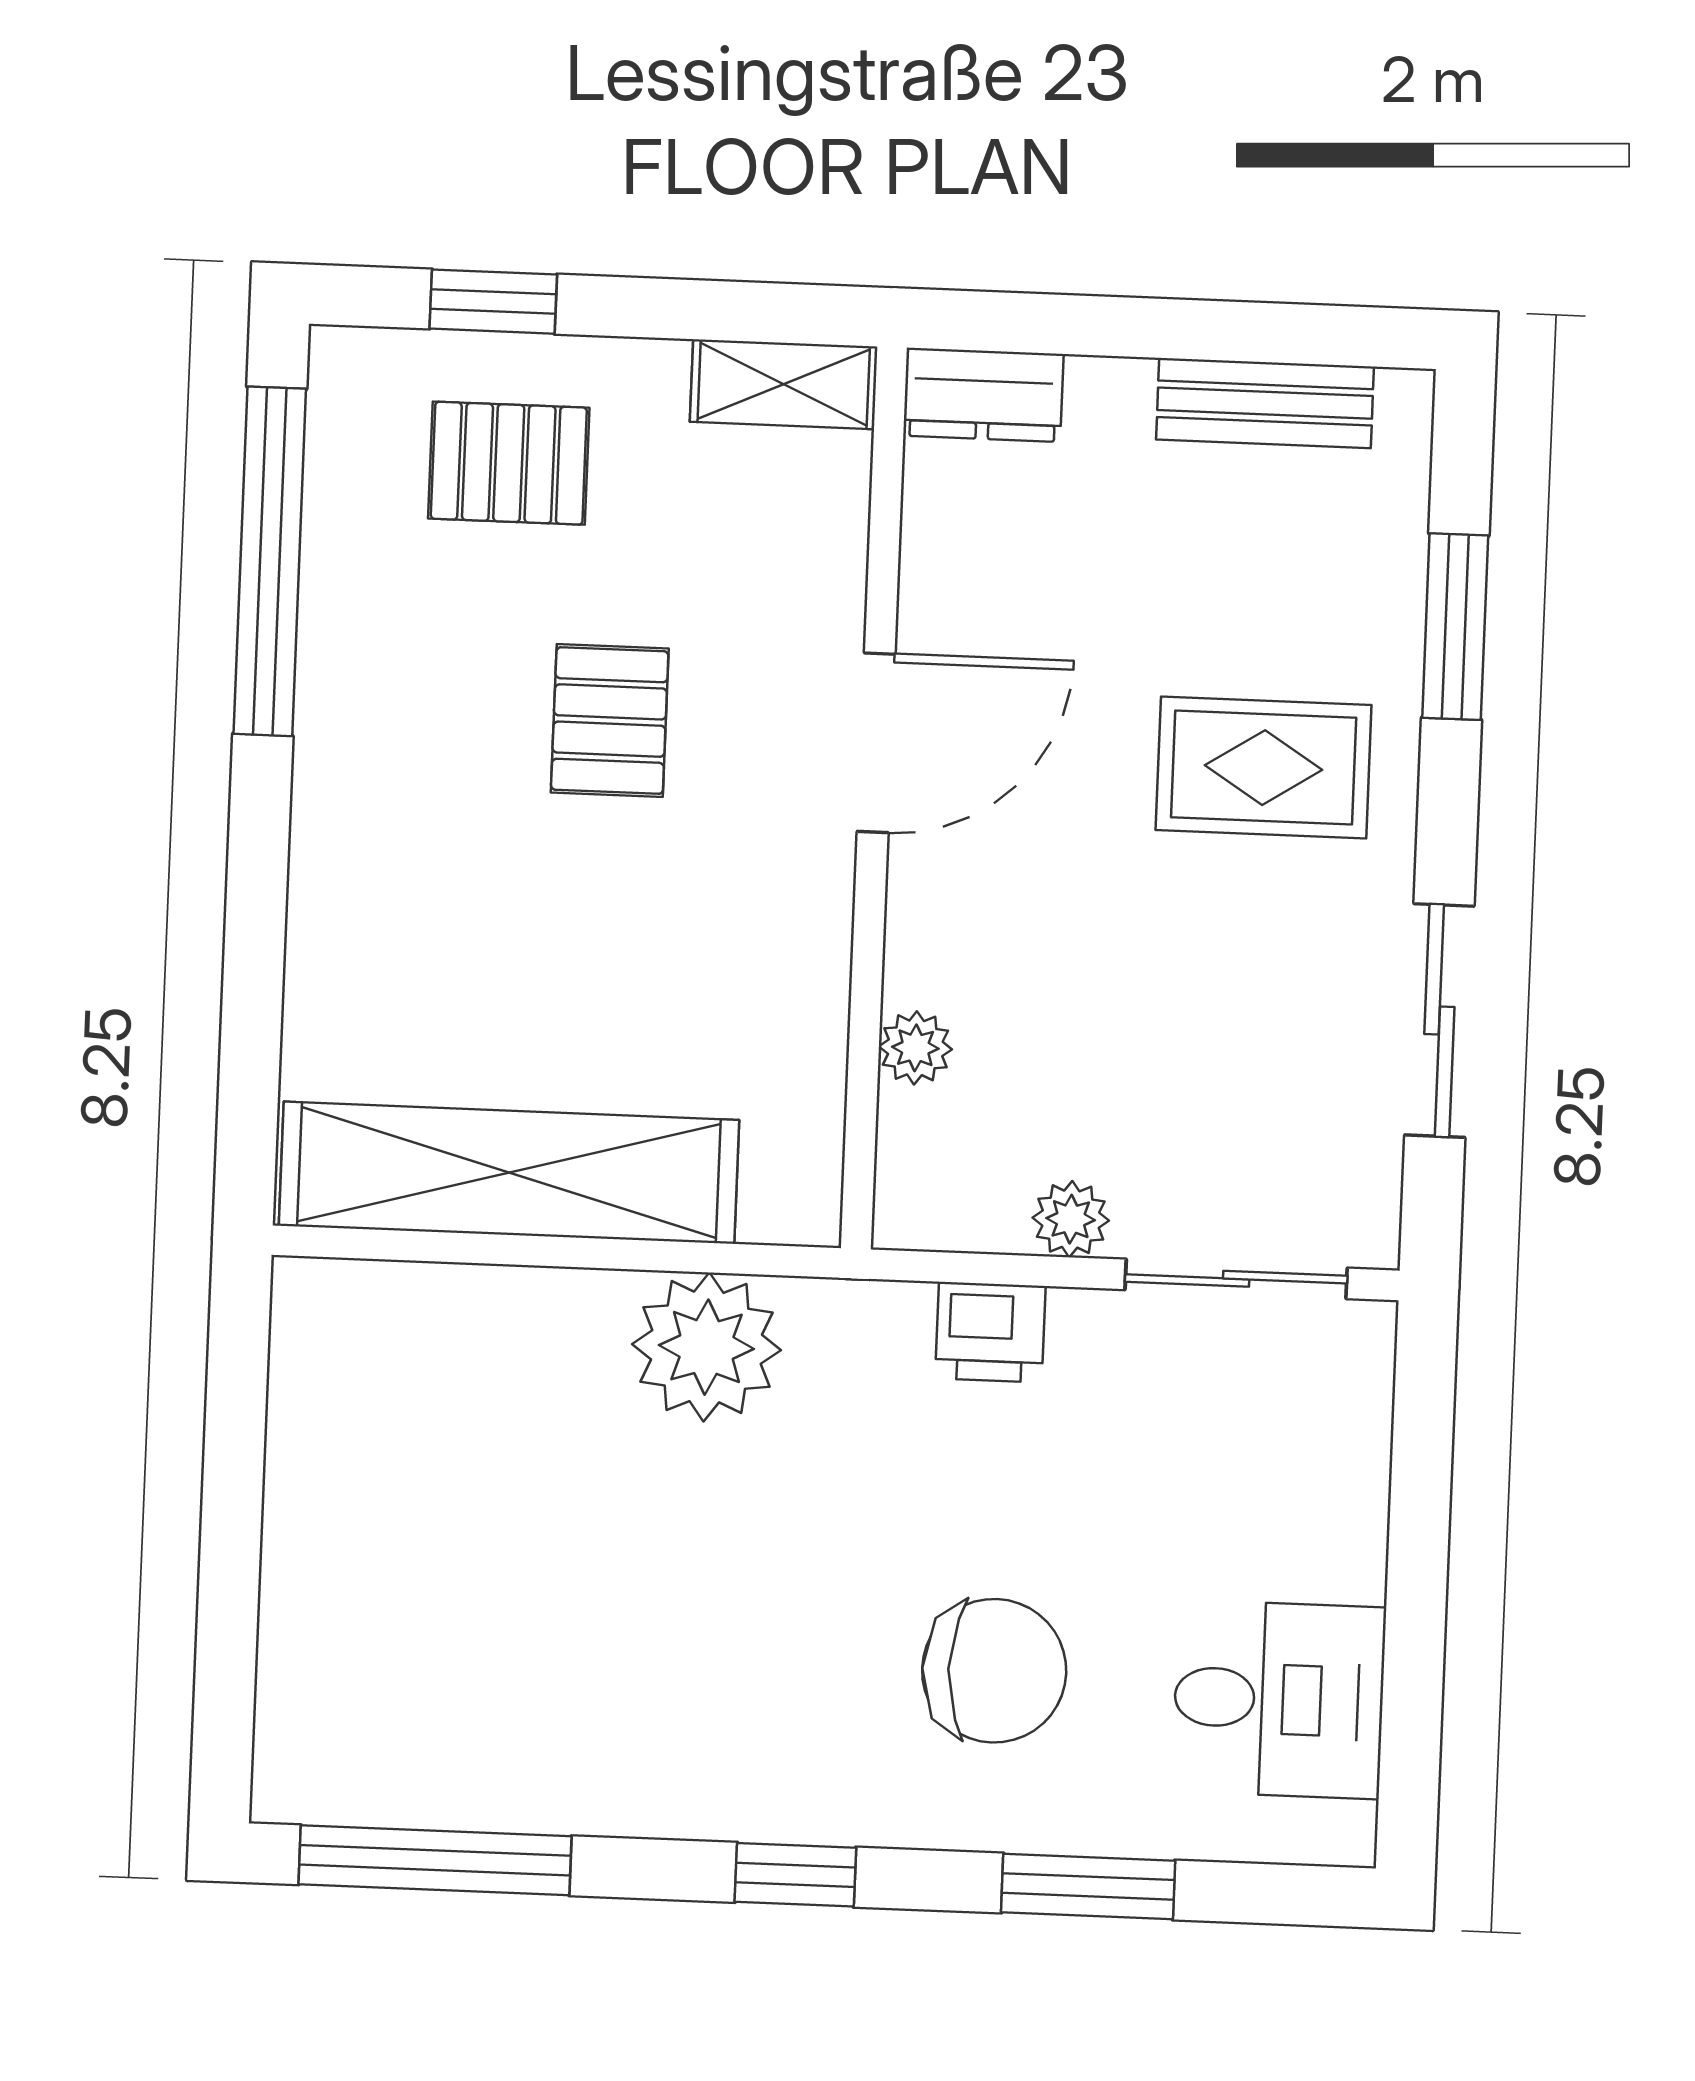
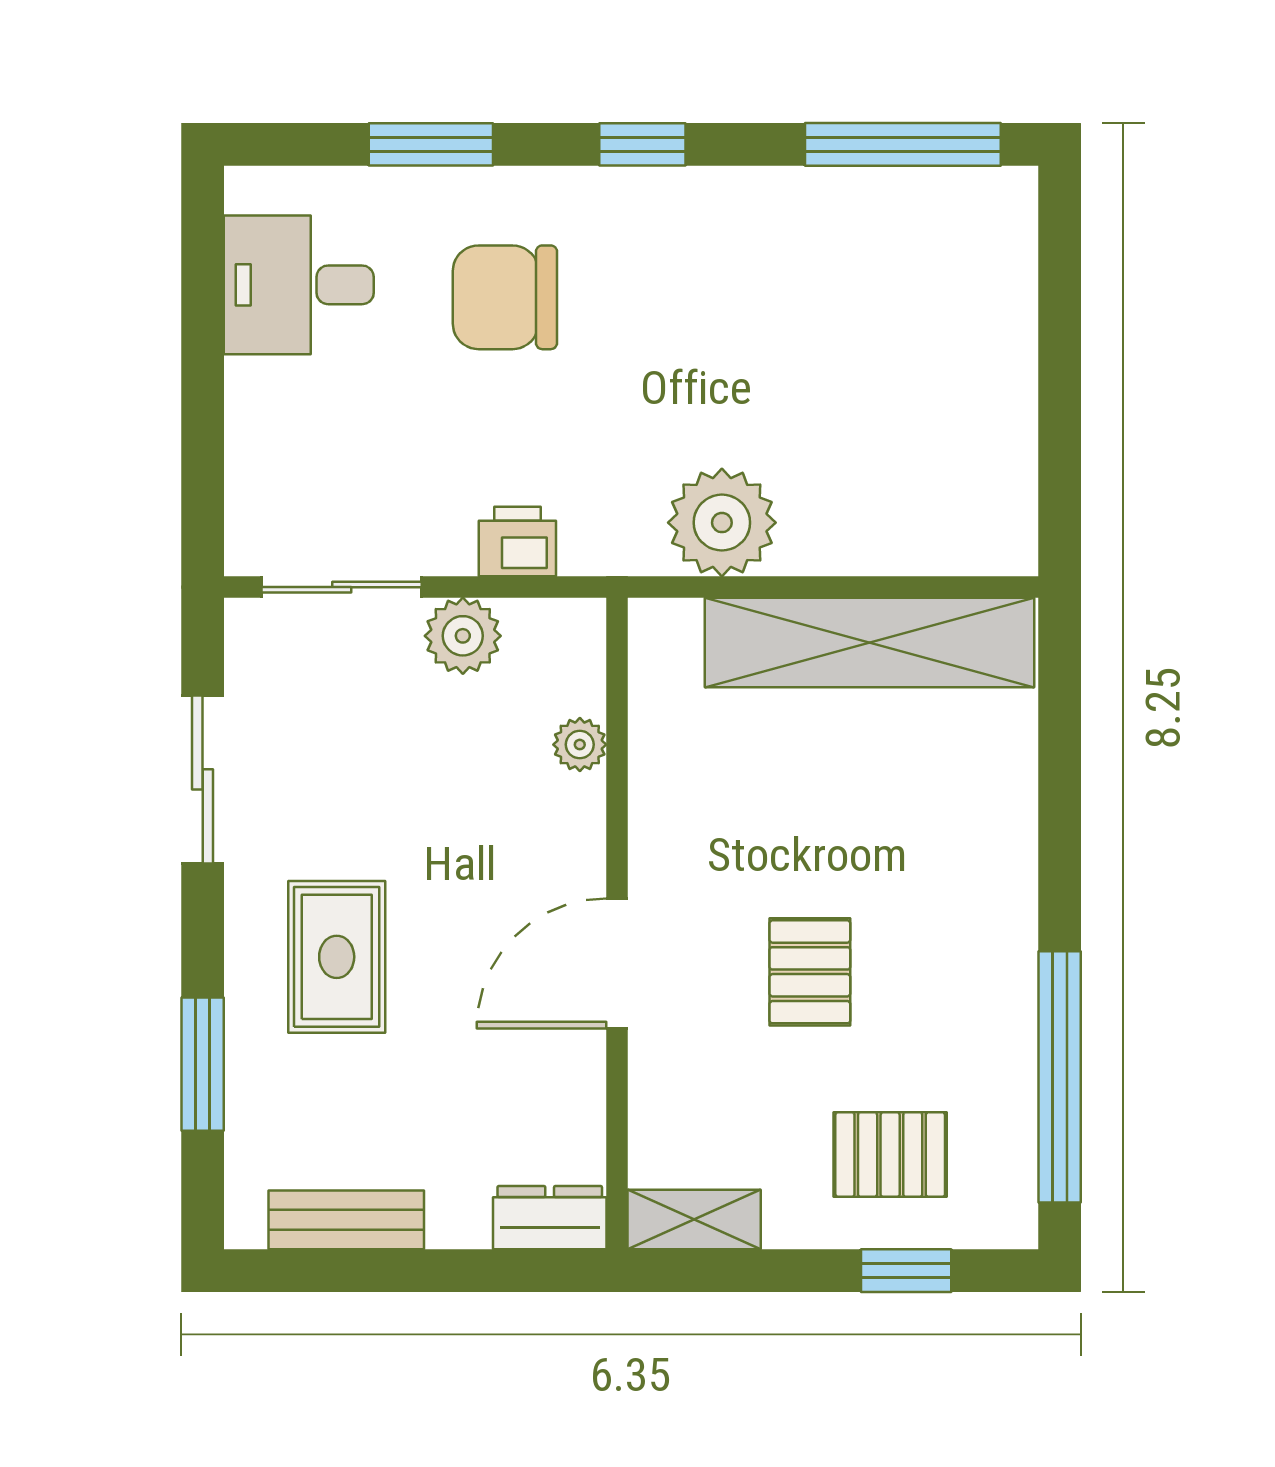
rug: (1264, 768) -> (337, 957), turned 90
plant: (1071, 1219) -> (463, 636), width x1.38, depth x1.38

